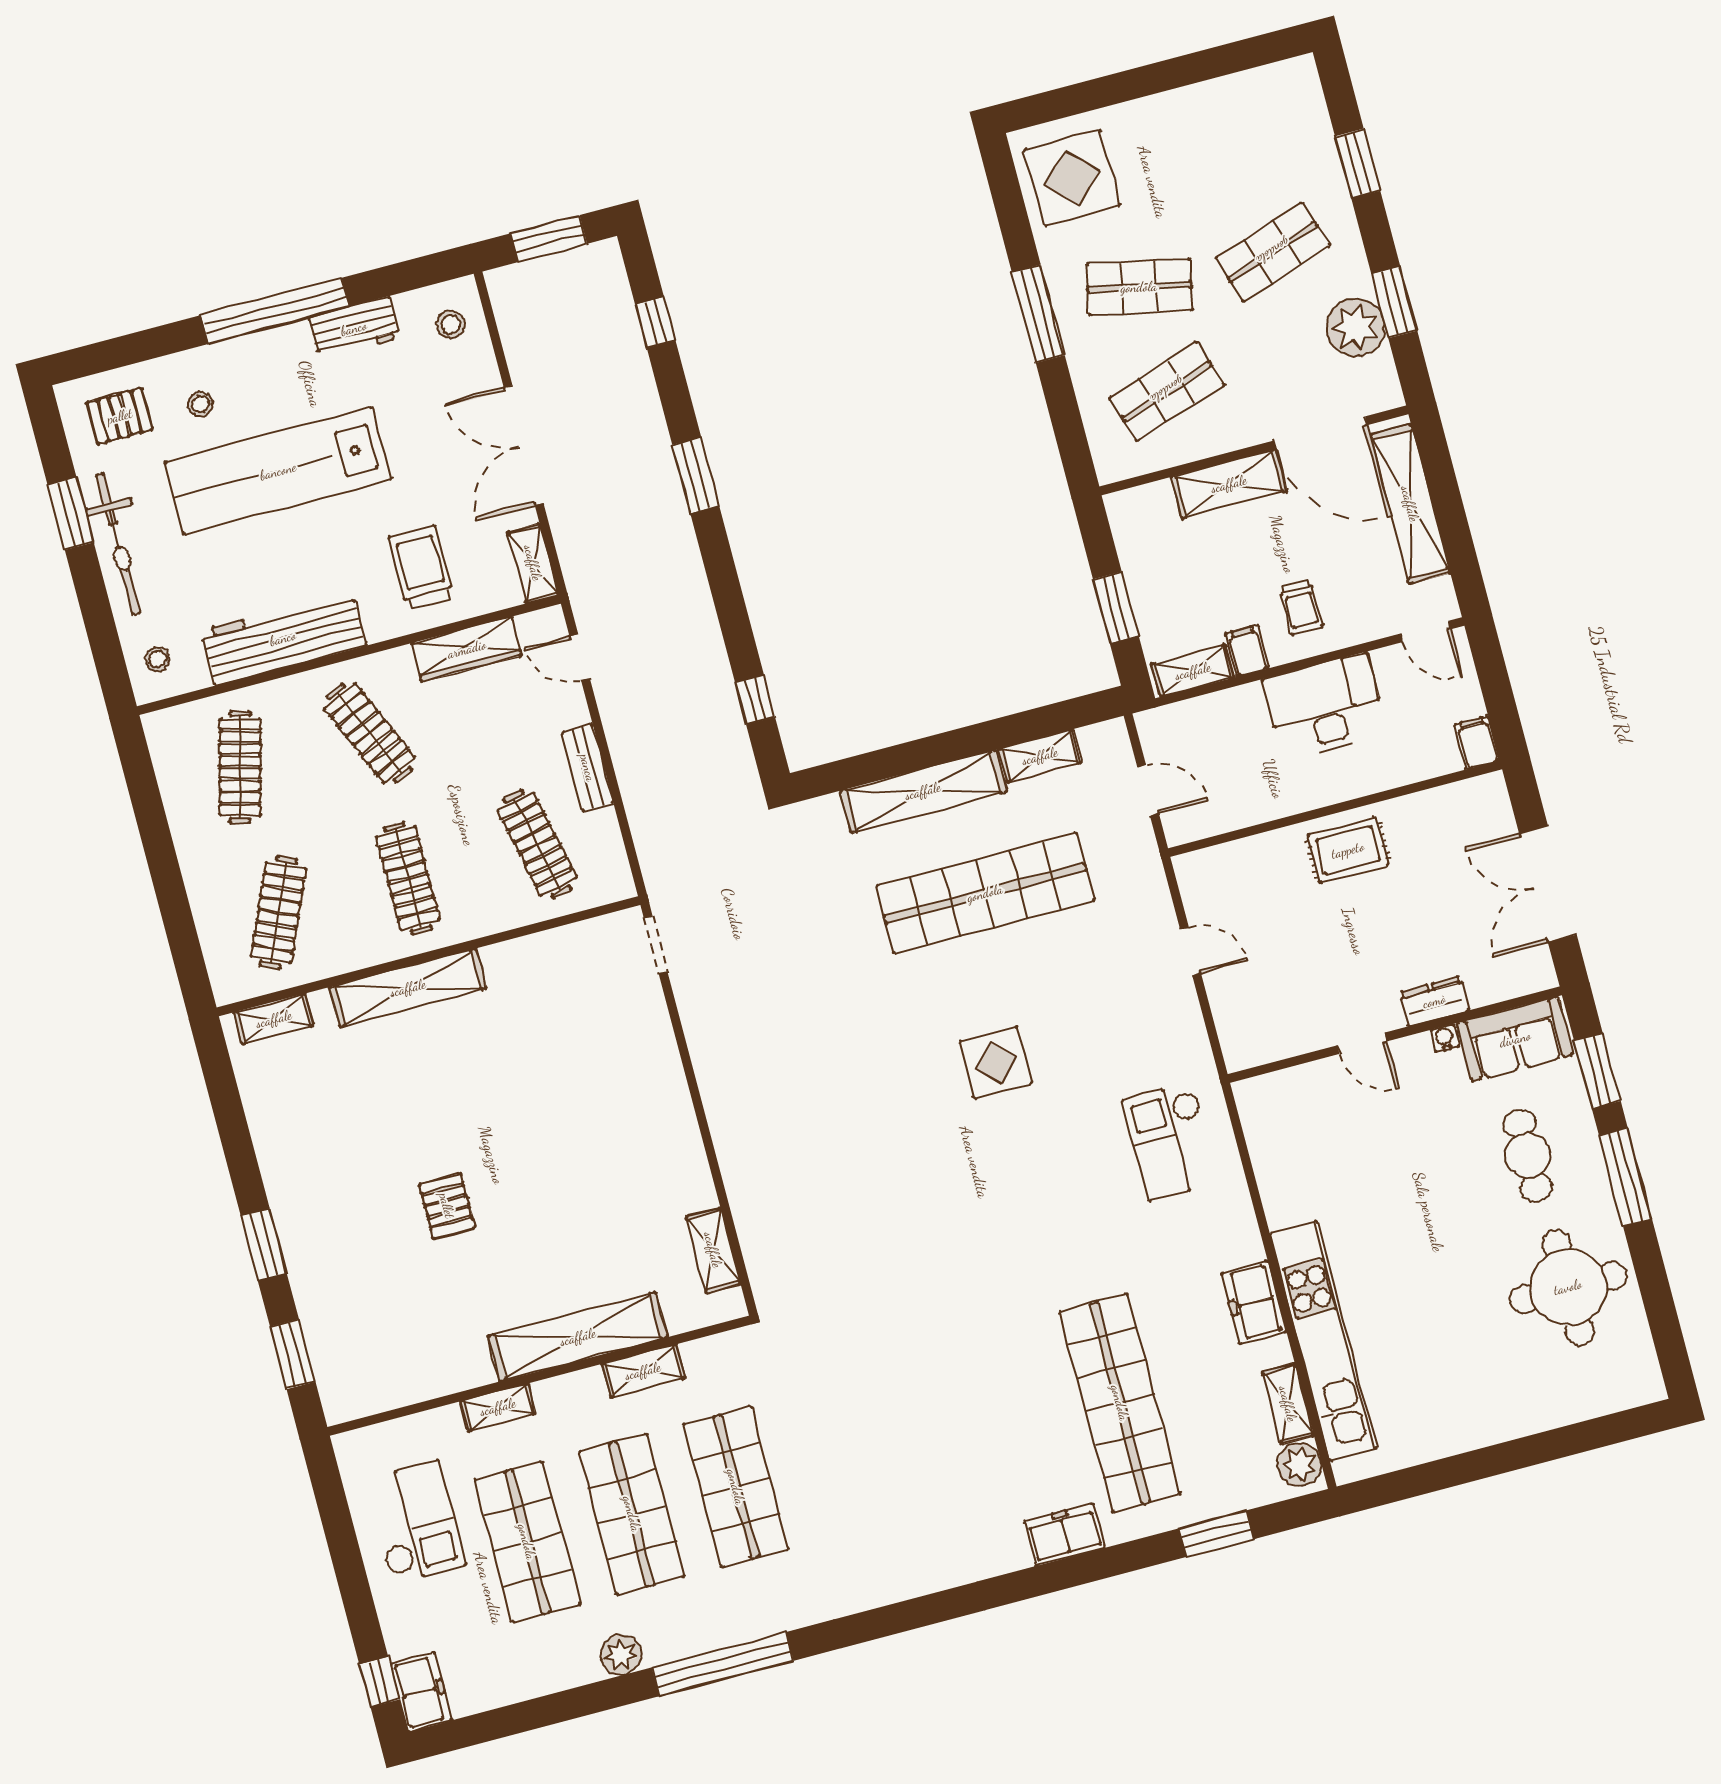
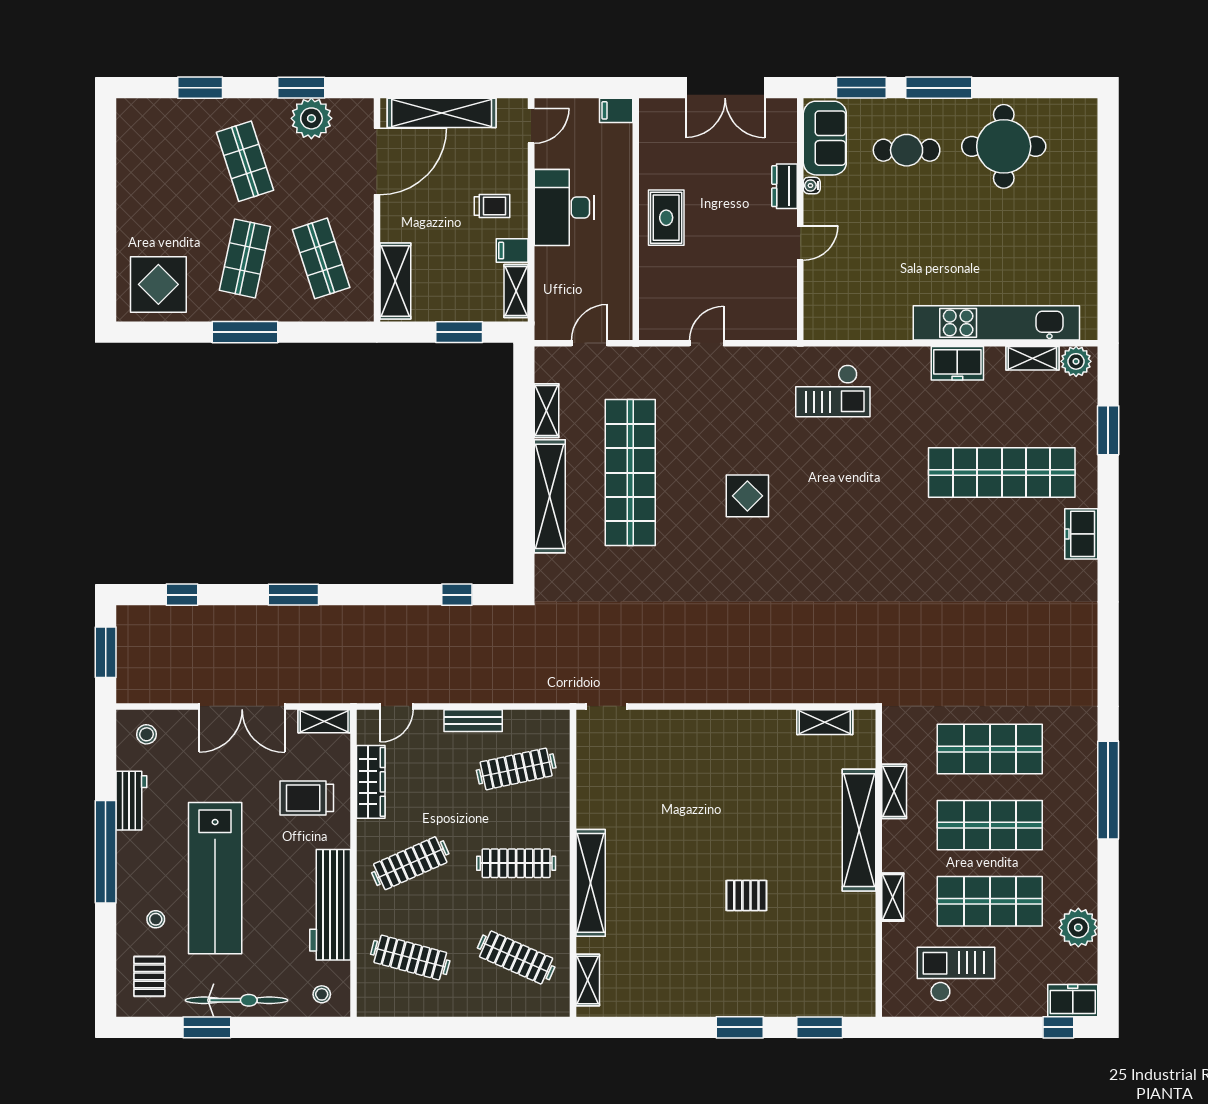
shelving: (1229, 484) -> (395, 281), moved
plant: (621, 1655) -> (1078, 928), moved, width x1.36, depth x1.36

